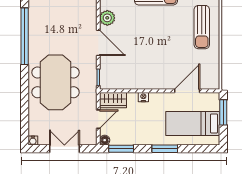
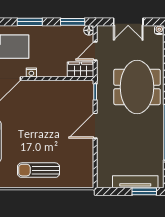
plant: (107, 18) -> (86, 150), removed
door: (98, 43) -> (95, 126), hinge flipped
nightstand: (143, 97) -> (31, 73), moved

